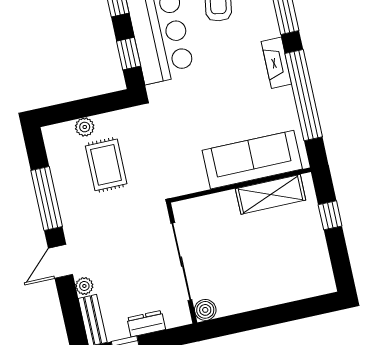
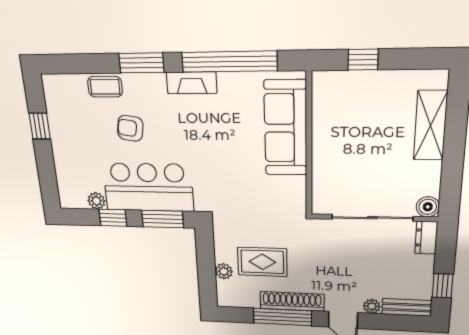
window: (129, 54) -> (163, 219), width x1.50
shelving: (271, 194) -> (430, 126), moved
shoe rack: (68, 204) -> (292, 301), added
dresser: (146, 324) -> (426, 238), moved

